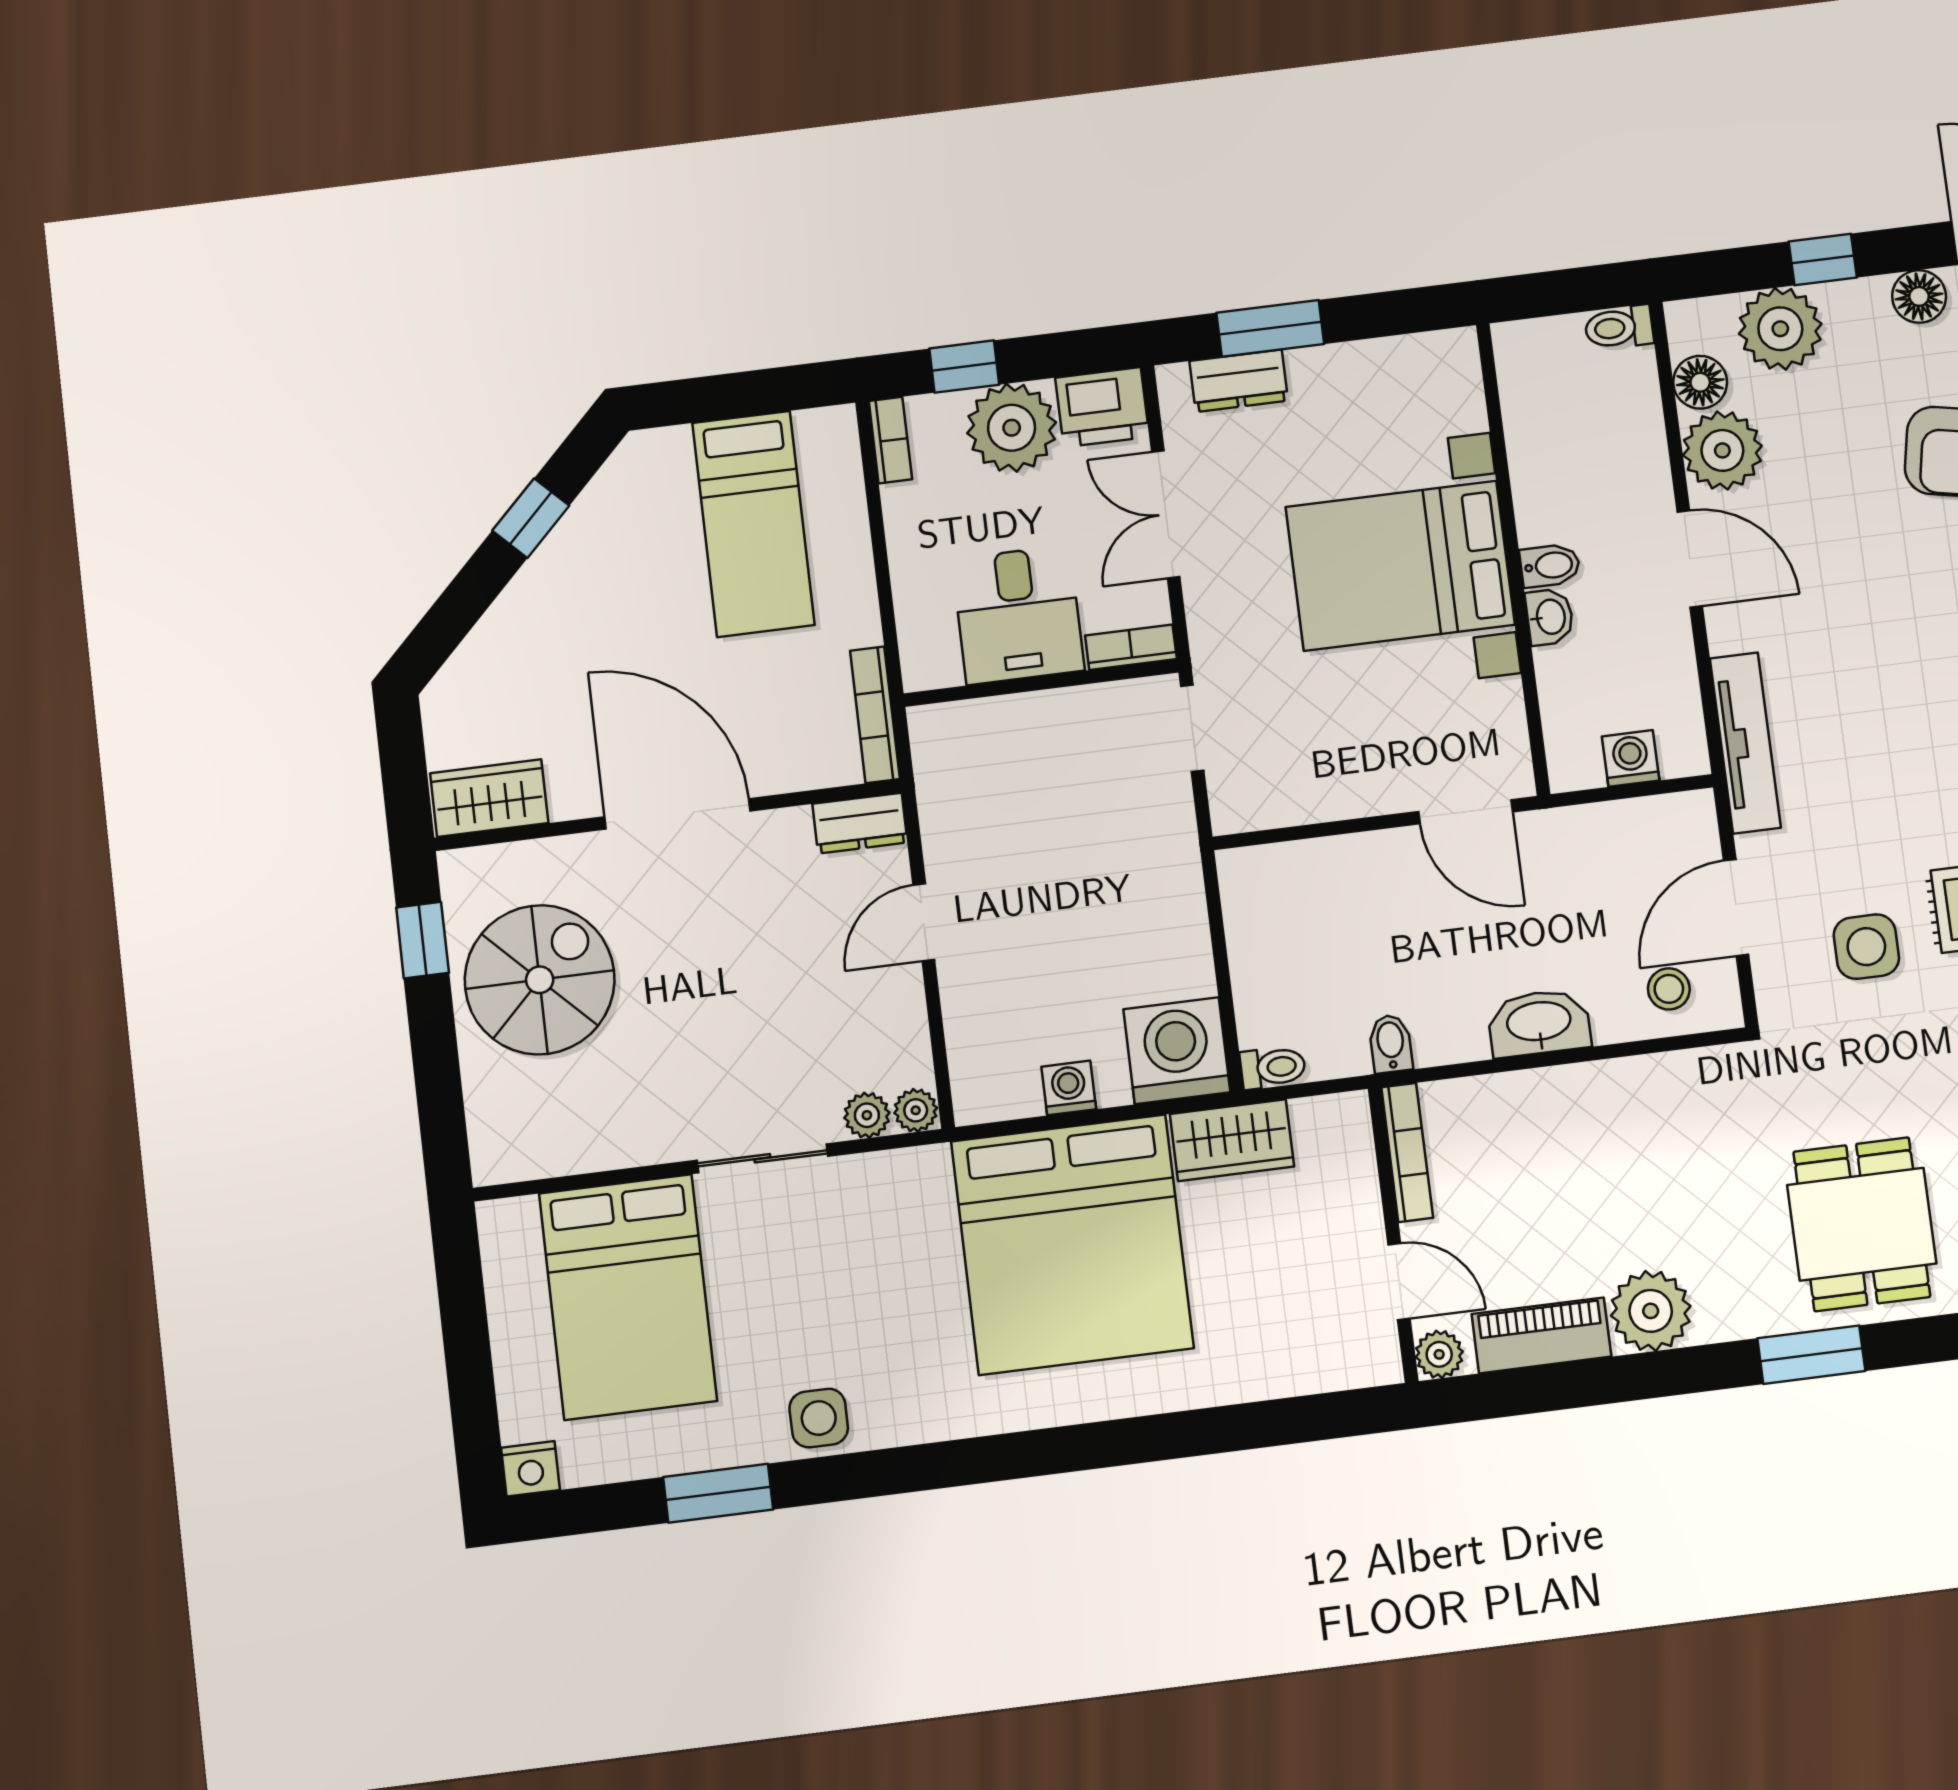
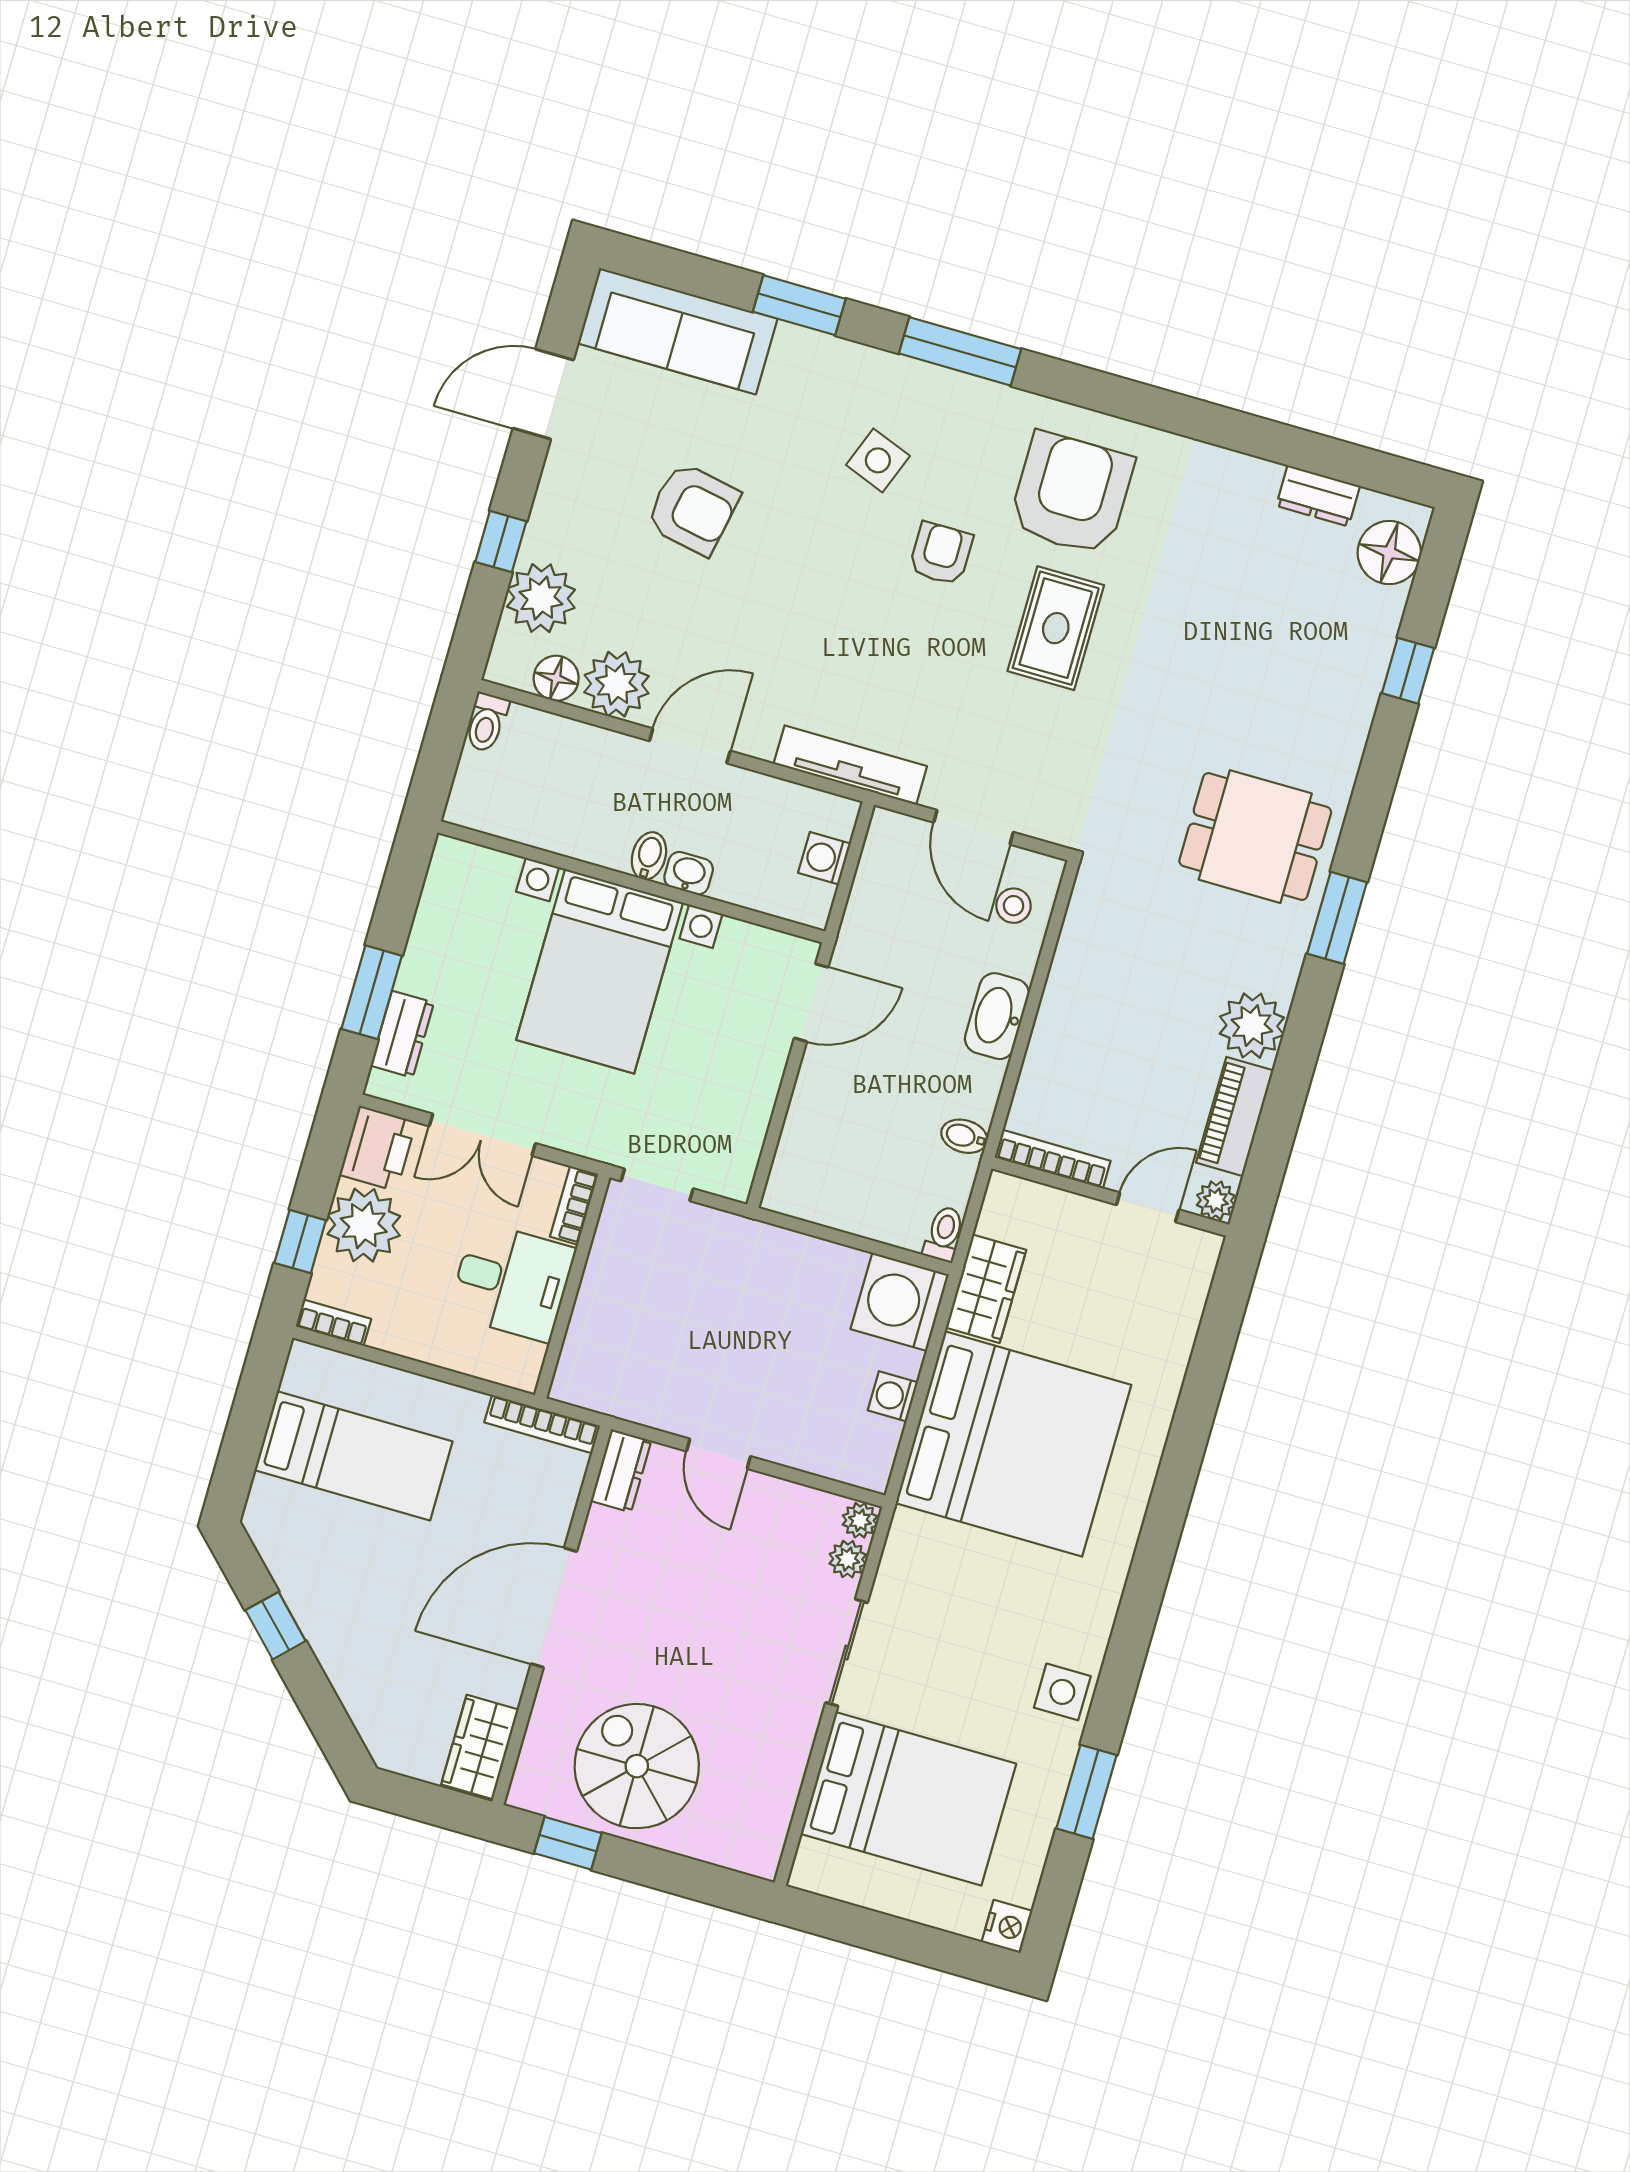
floor lamp: (1919, 296) -> (562, 480), removed
side table: (1866, 947) -> (1046, 741), removed

